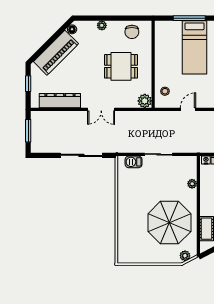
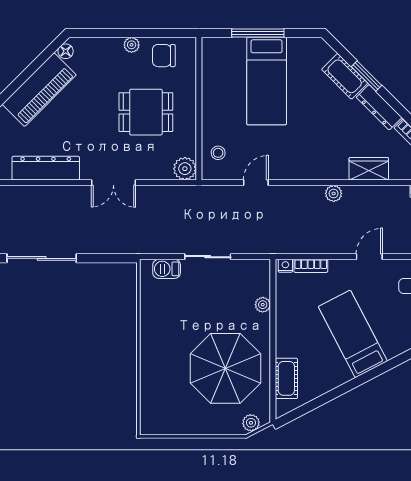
plant: (102, 25) -> (132, 45), moved
chair: (132, 32) -> (164, 56), turned 90
sliding door: (81, 155) -> (42, 258), moved

